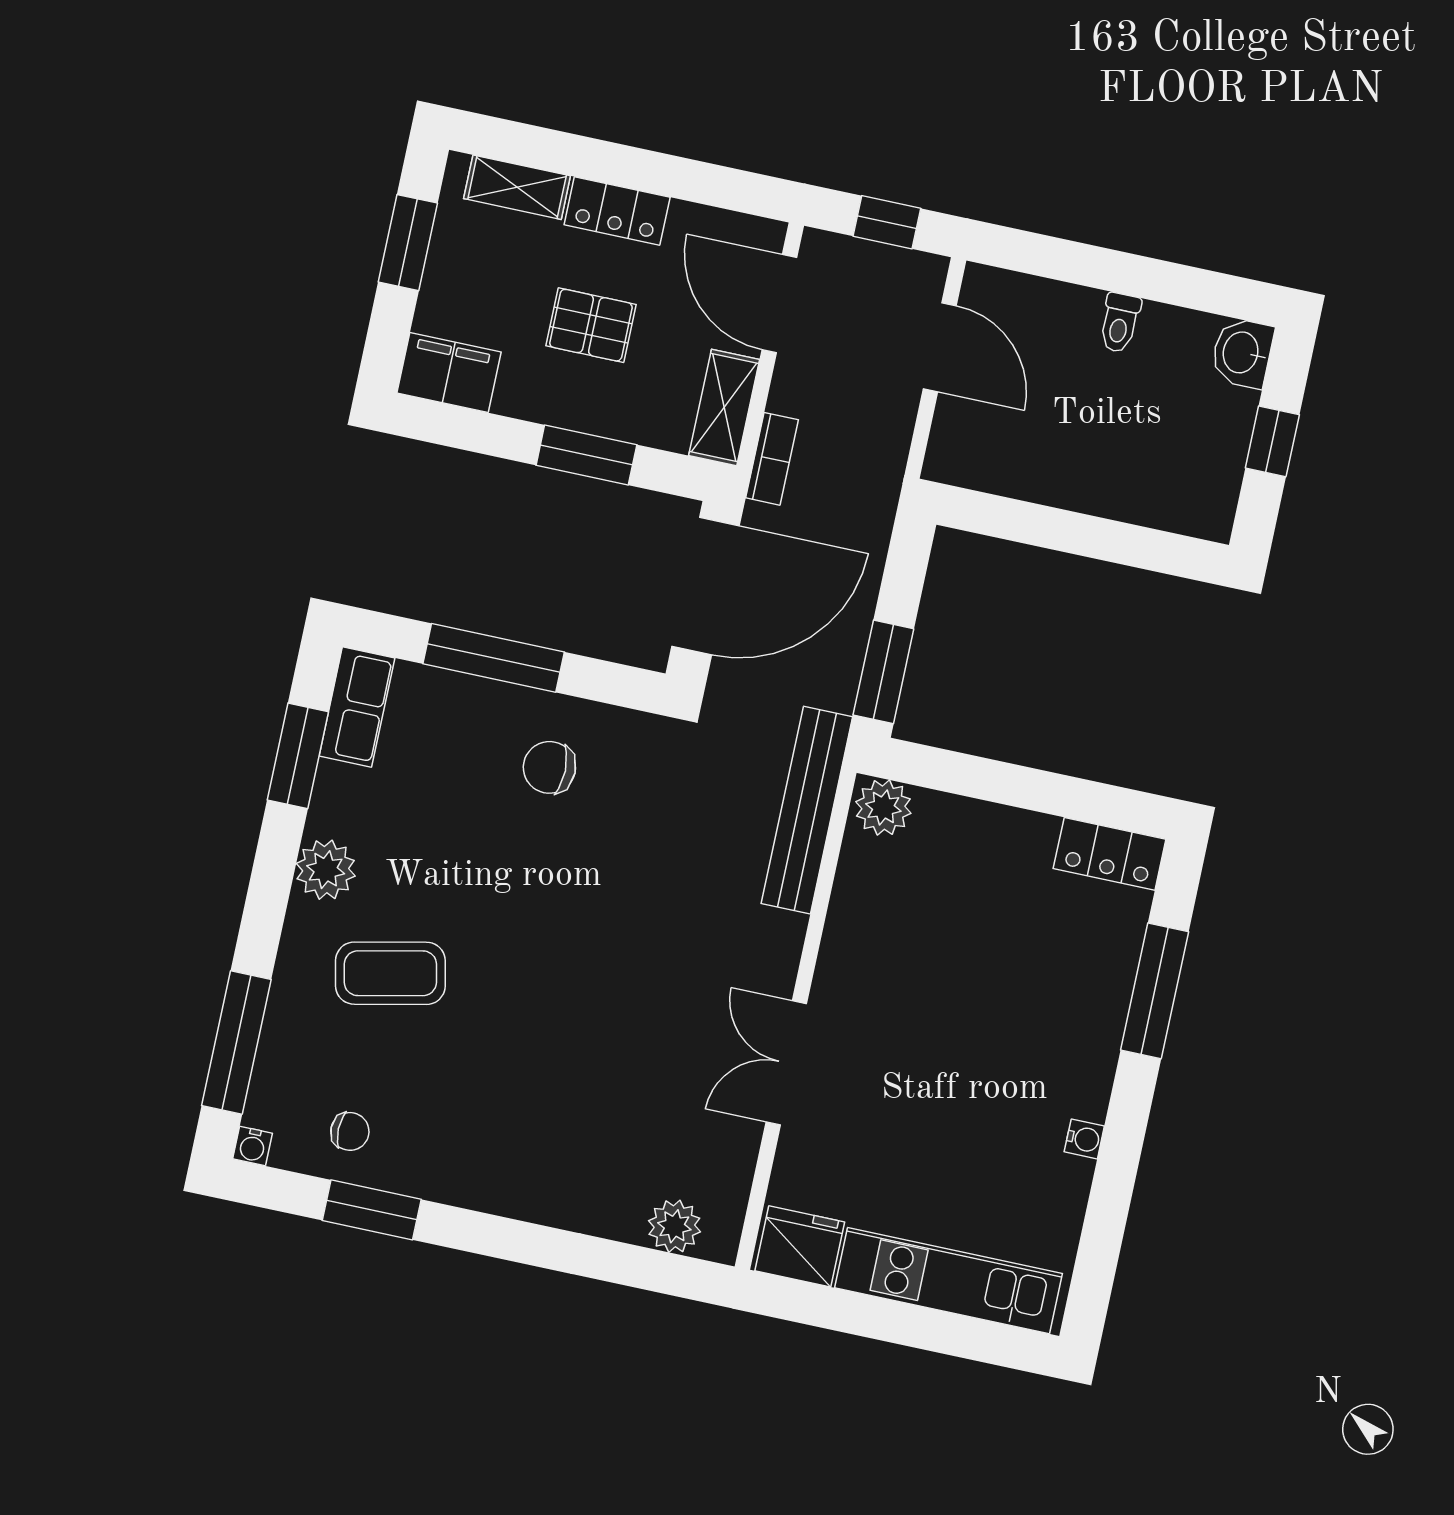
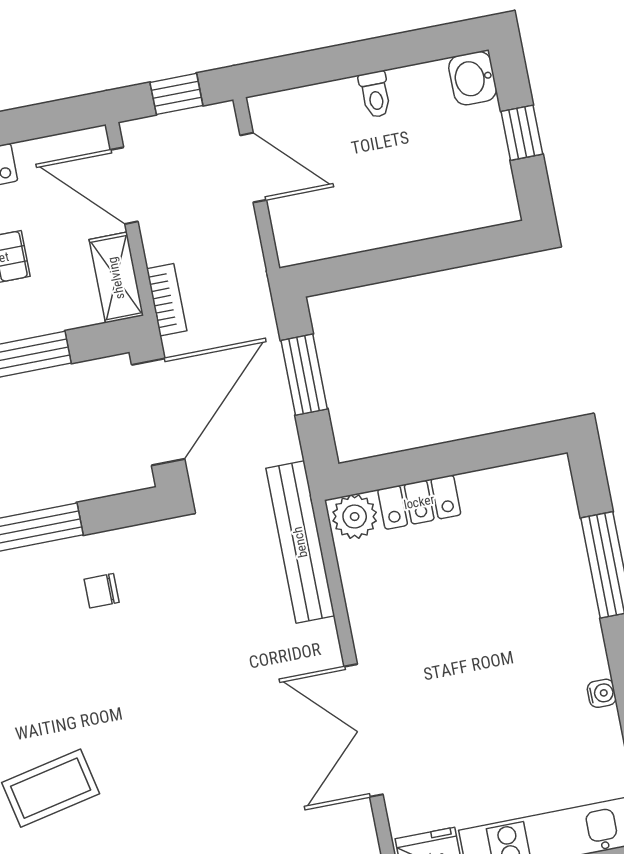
window: (883, 672) -> (304, 375), moved
chair: (549, 767) -> (102, 591), width x0.73, depth x0.73
locker: (1110, 854) -> (419, 502), moved
double door: (786, 1063) -> (364, 730), width x1.37

